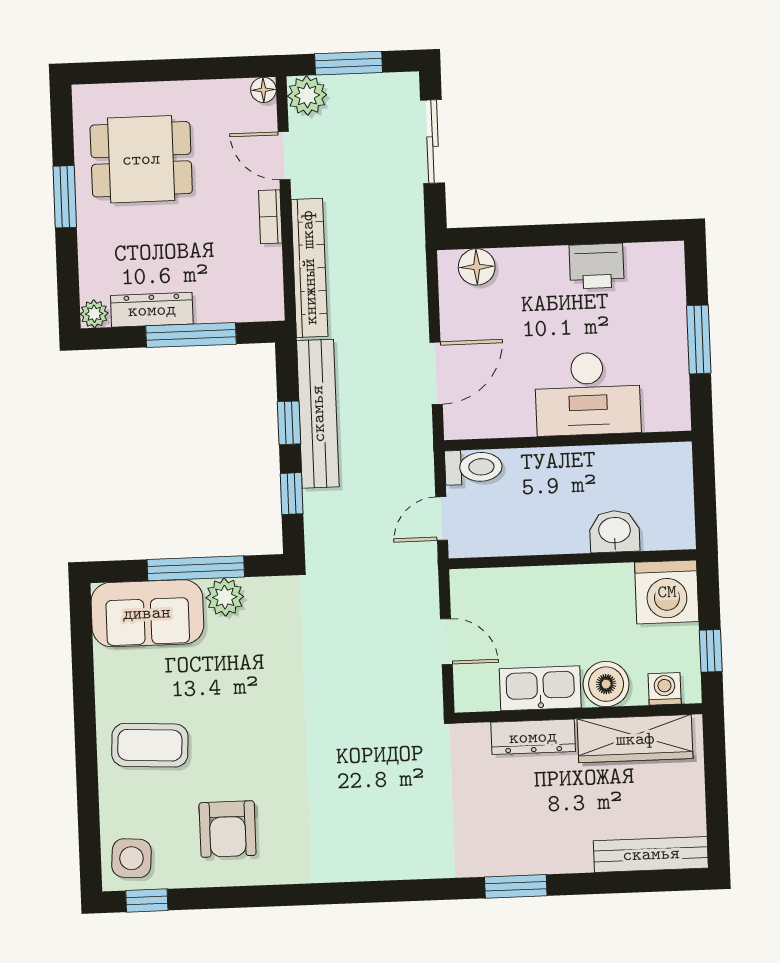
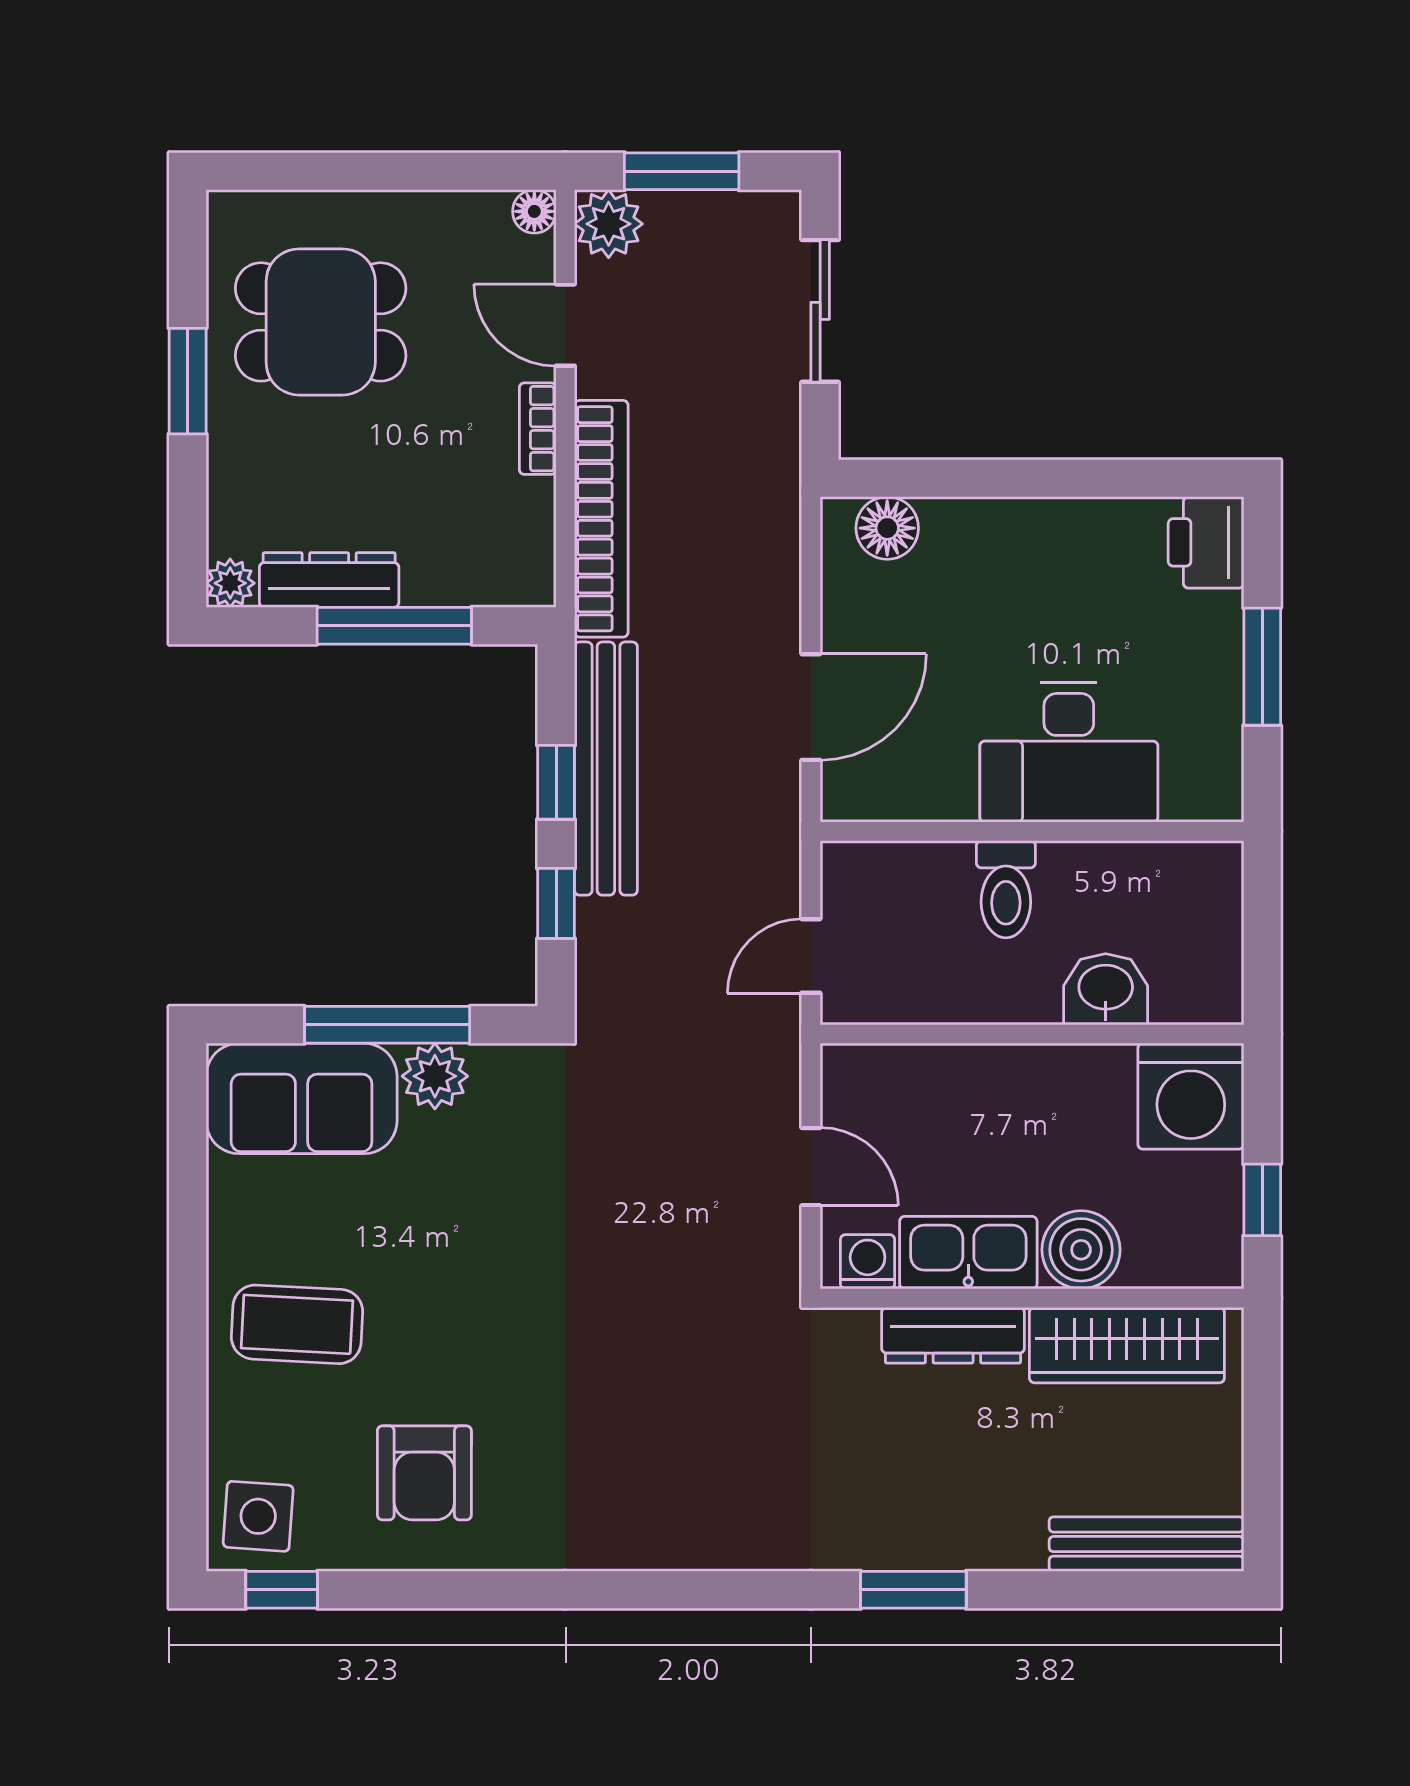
printer: (597, 266) -> (1206, 542), moved, turned 90
toilet: (474, 467) -> (1006, 889), moved, turned 90
washing machine: (665, 689) -> (868, 1262), moved

